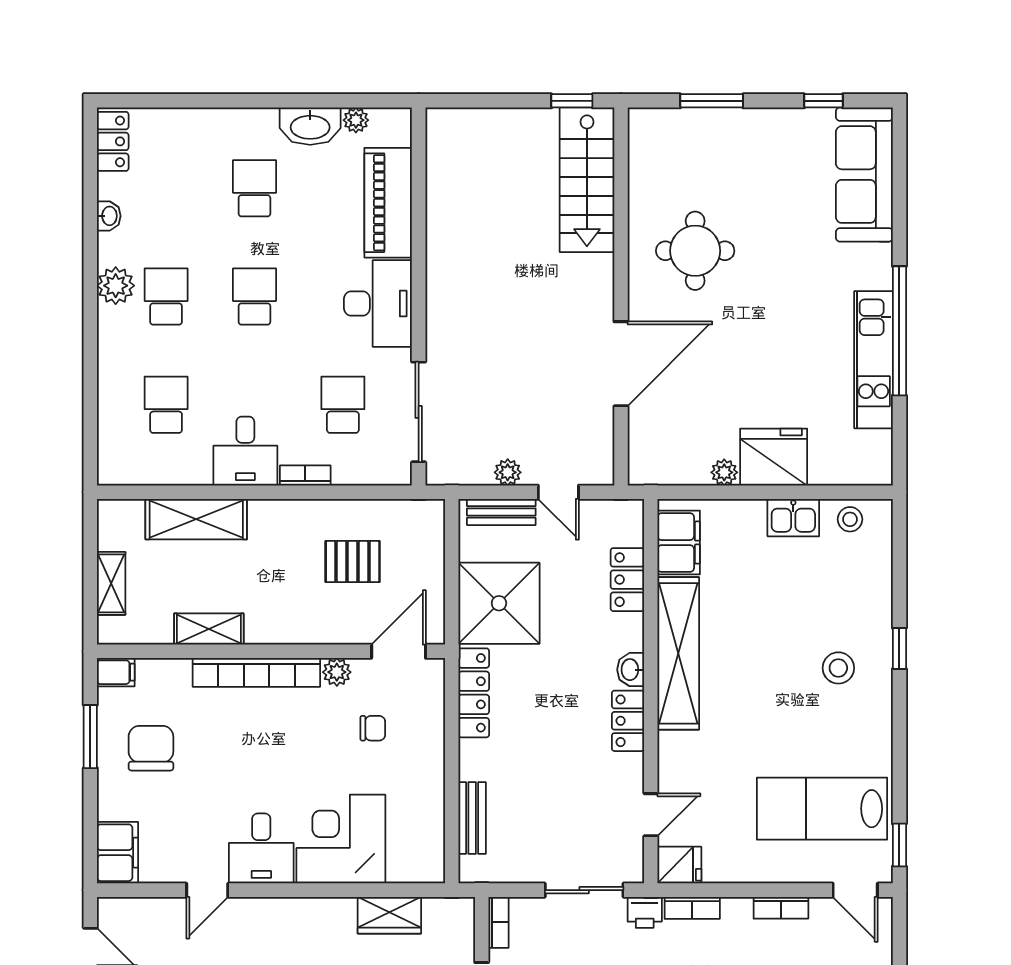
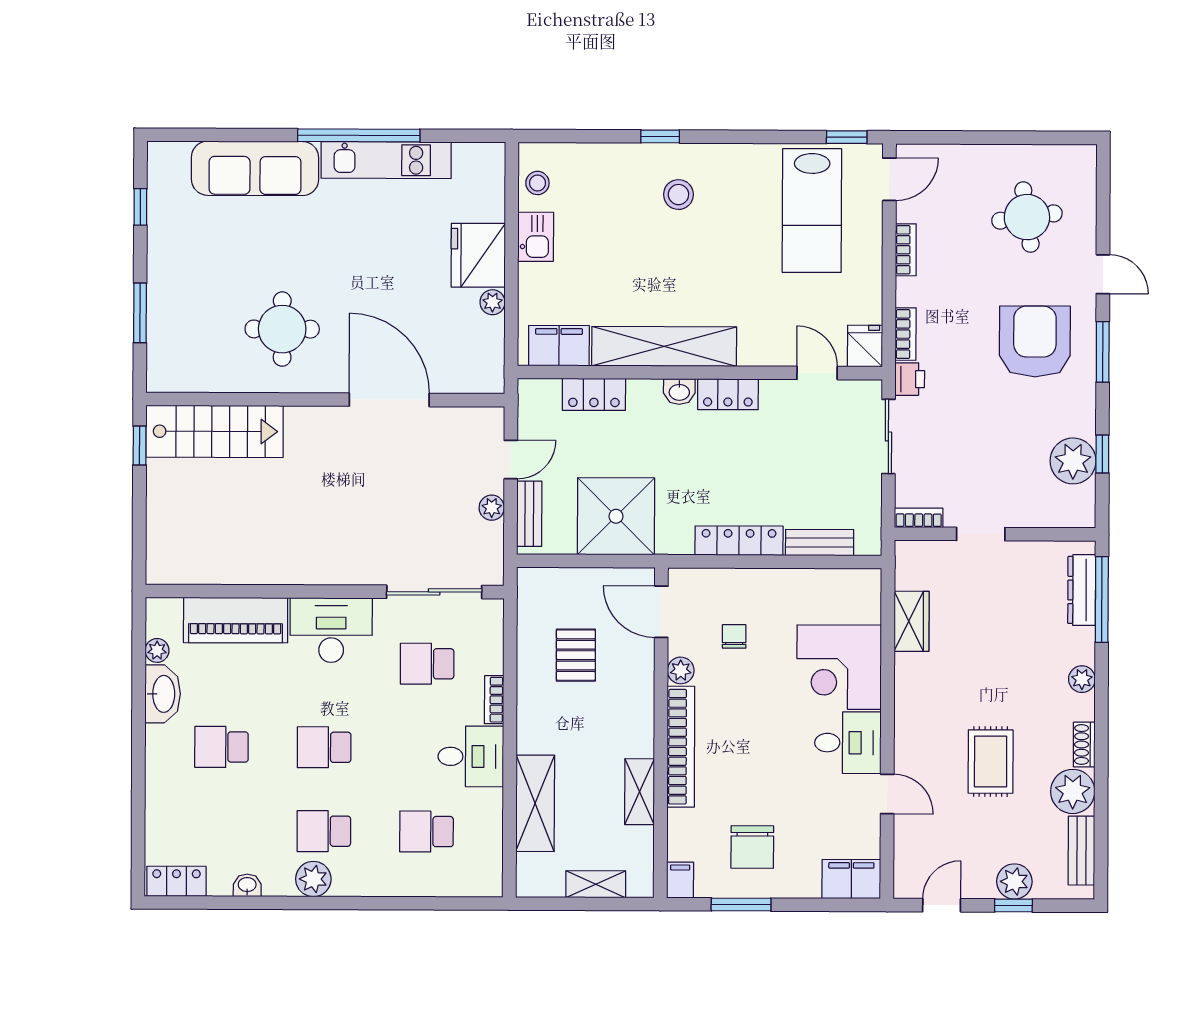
sofa: (864, 175) -> (255, 168), moved
locker: (474, 693) -> (739, 541), moved
chair: (151, 748) -> (752, 847), turned -90

